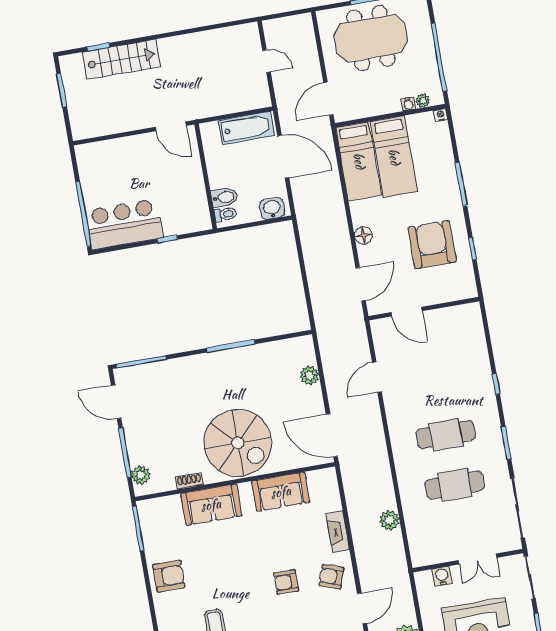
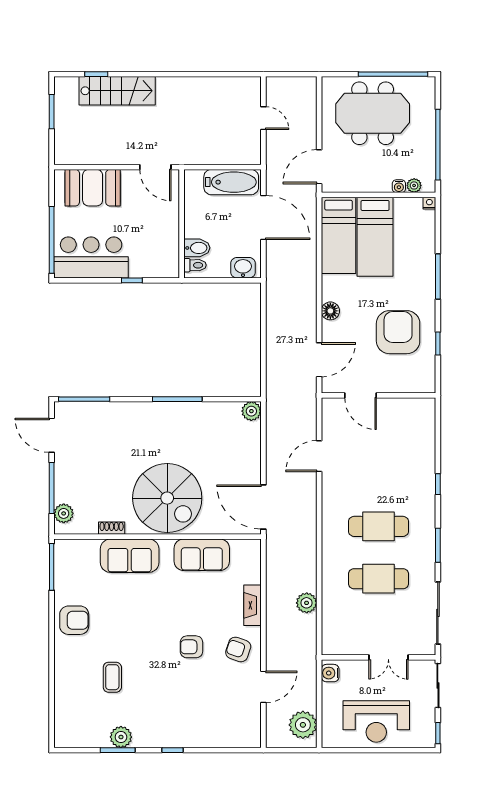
booth: (114, 157) -> (93, 188), added
plant: (310, 375) -> (251, 411), moved
water cooler: (442, 576) -> (330, 673), moved, turned -90

